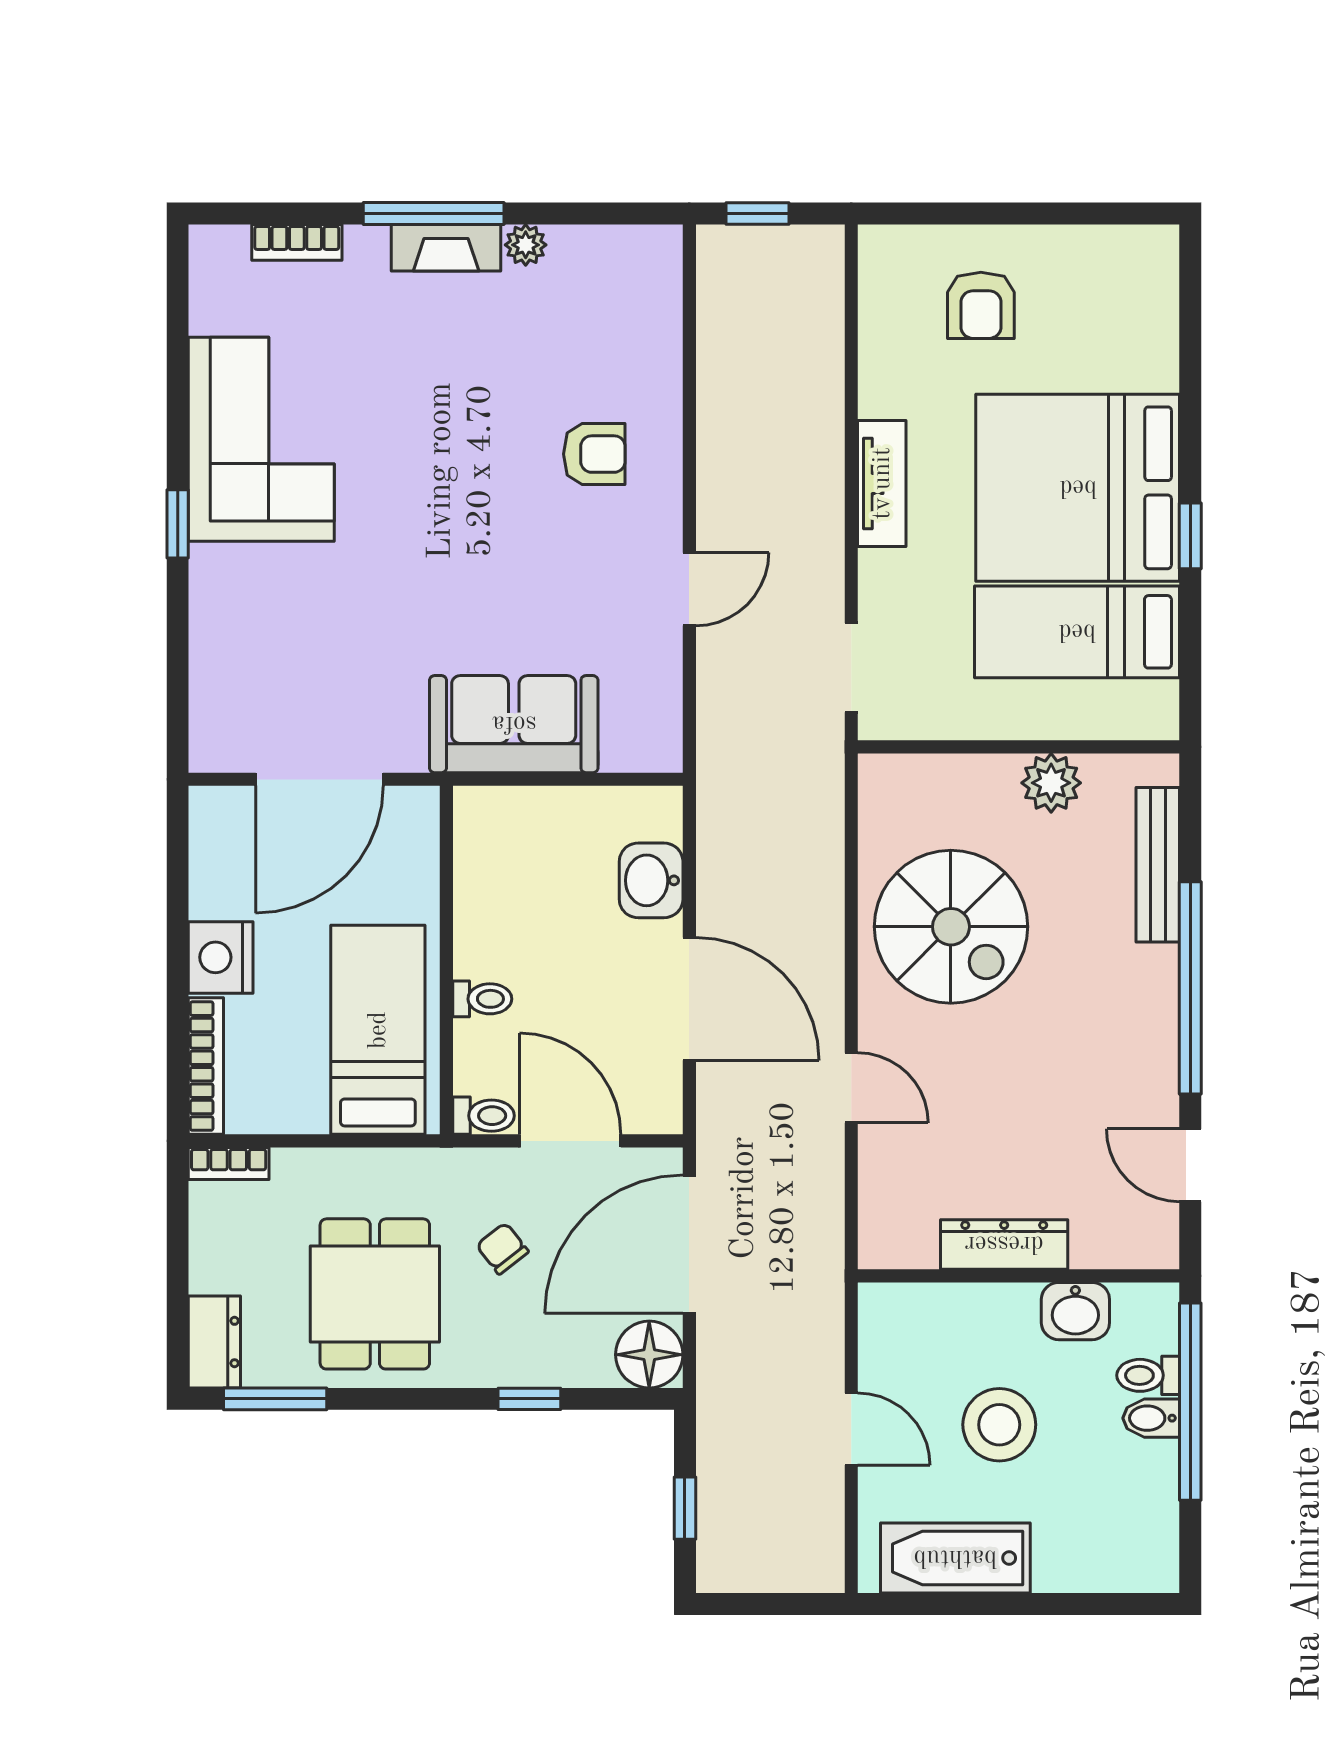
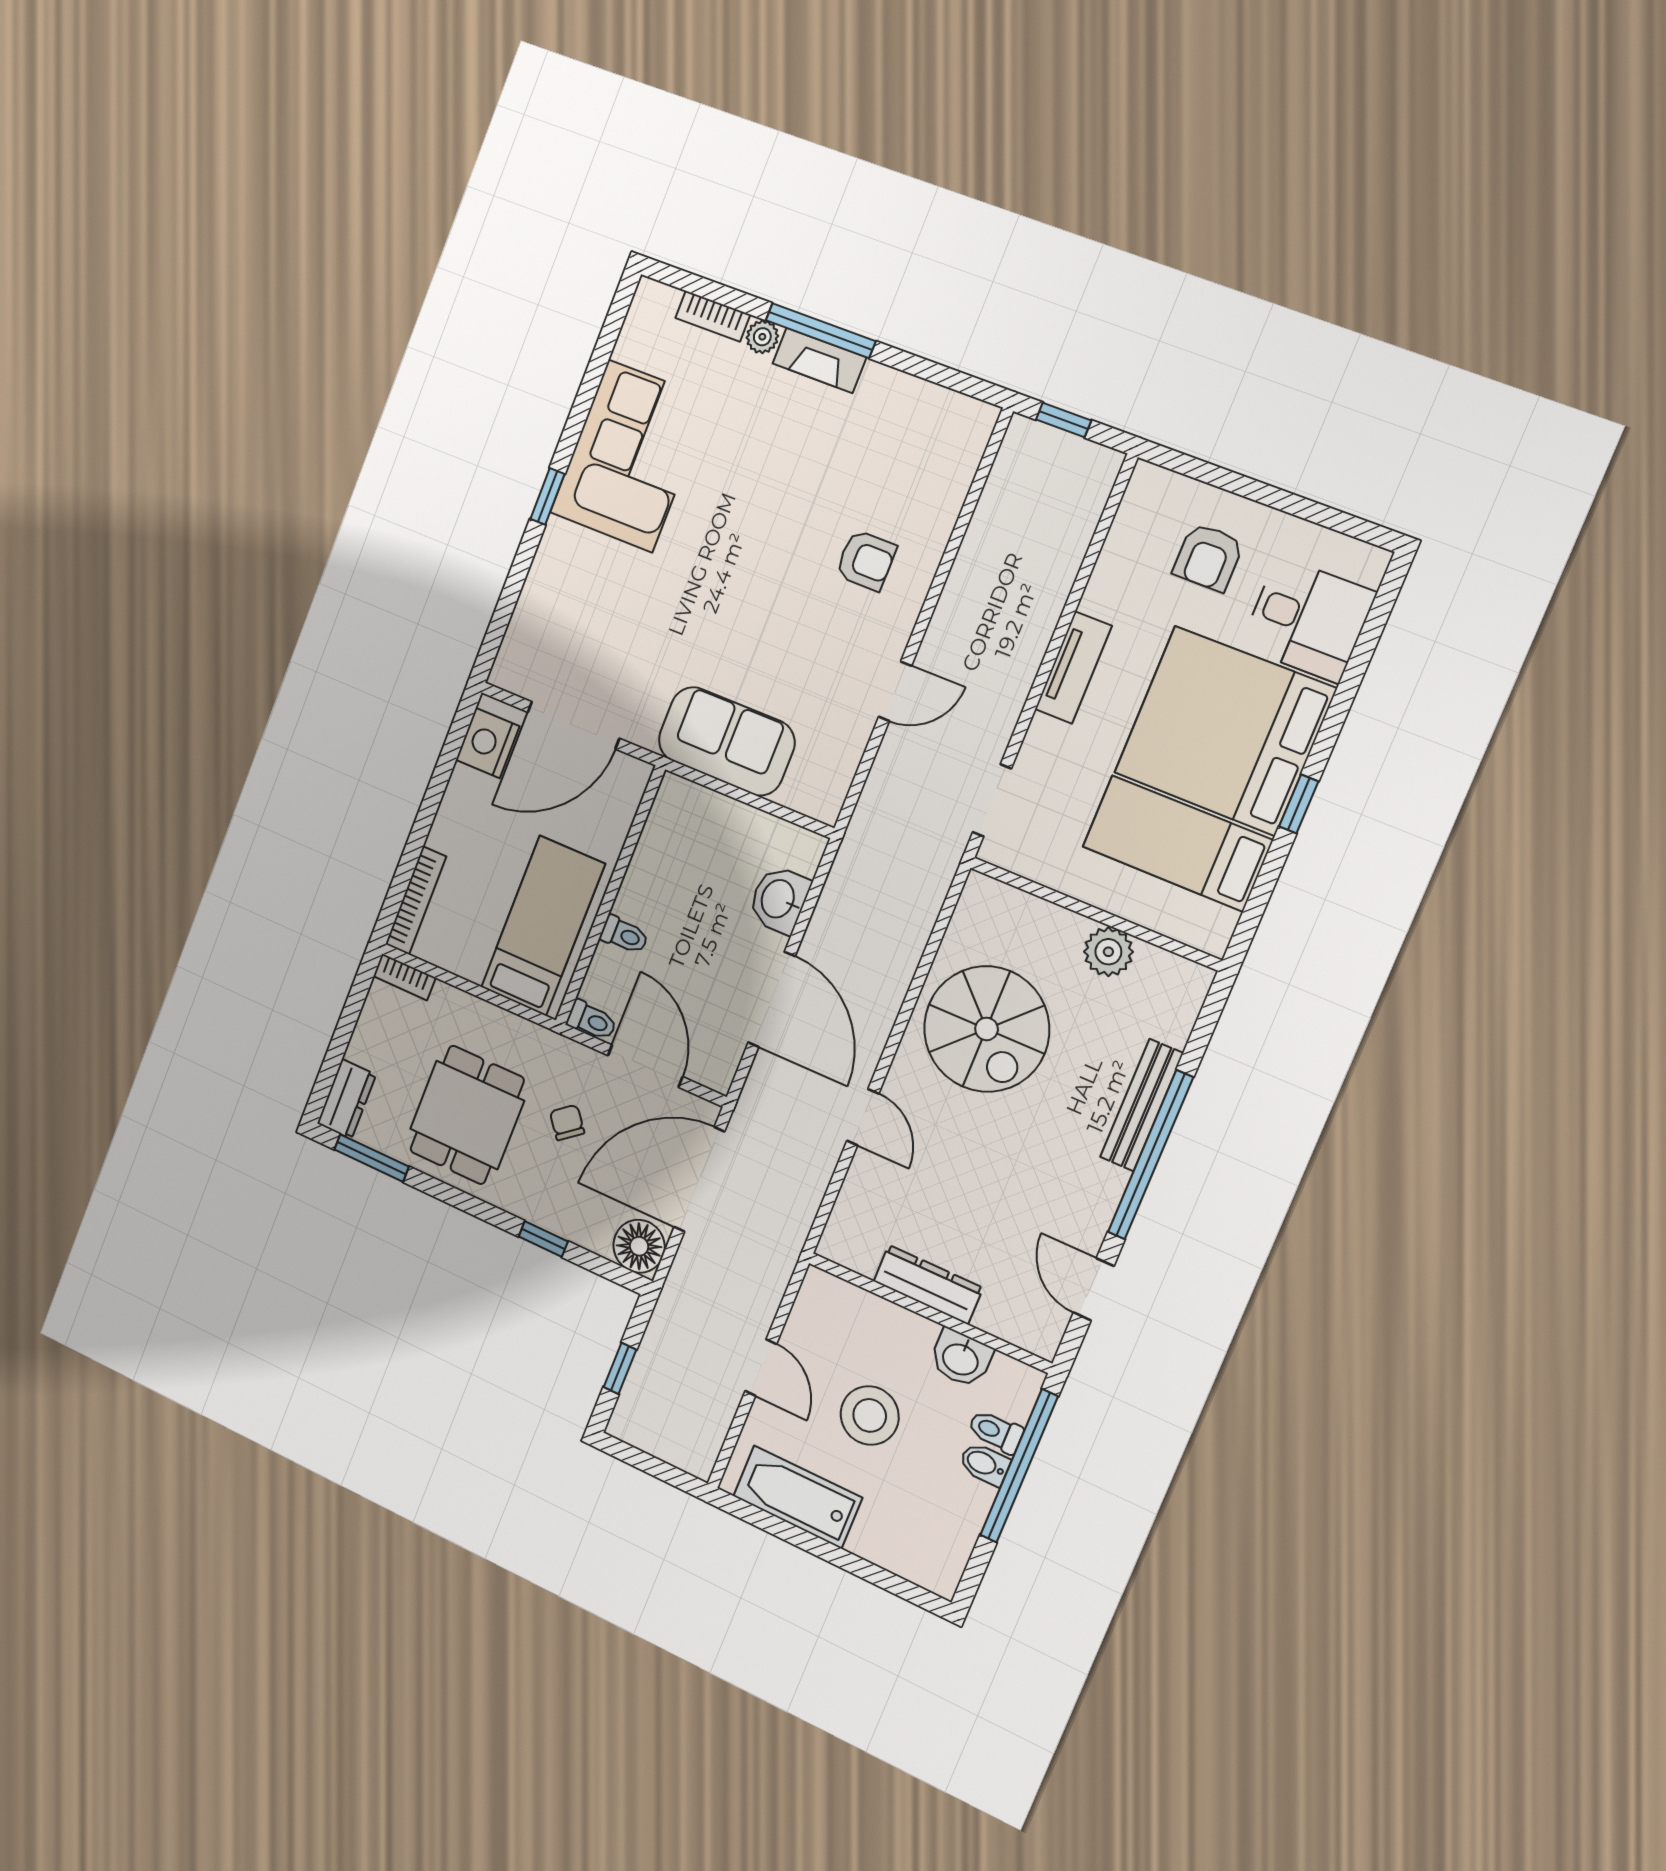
plant: (526, 245) -> (762, 337), moved
desk: (1117, 332) -> (1308, 619), added
bench: (1158, 865) -> (1142, 1105), moved
nightstand: (221, 957) -> (488, 743), moved

